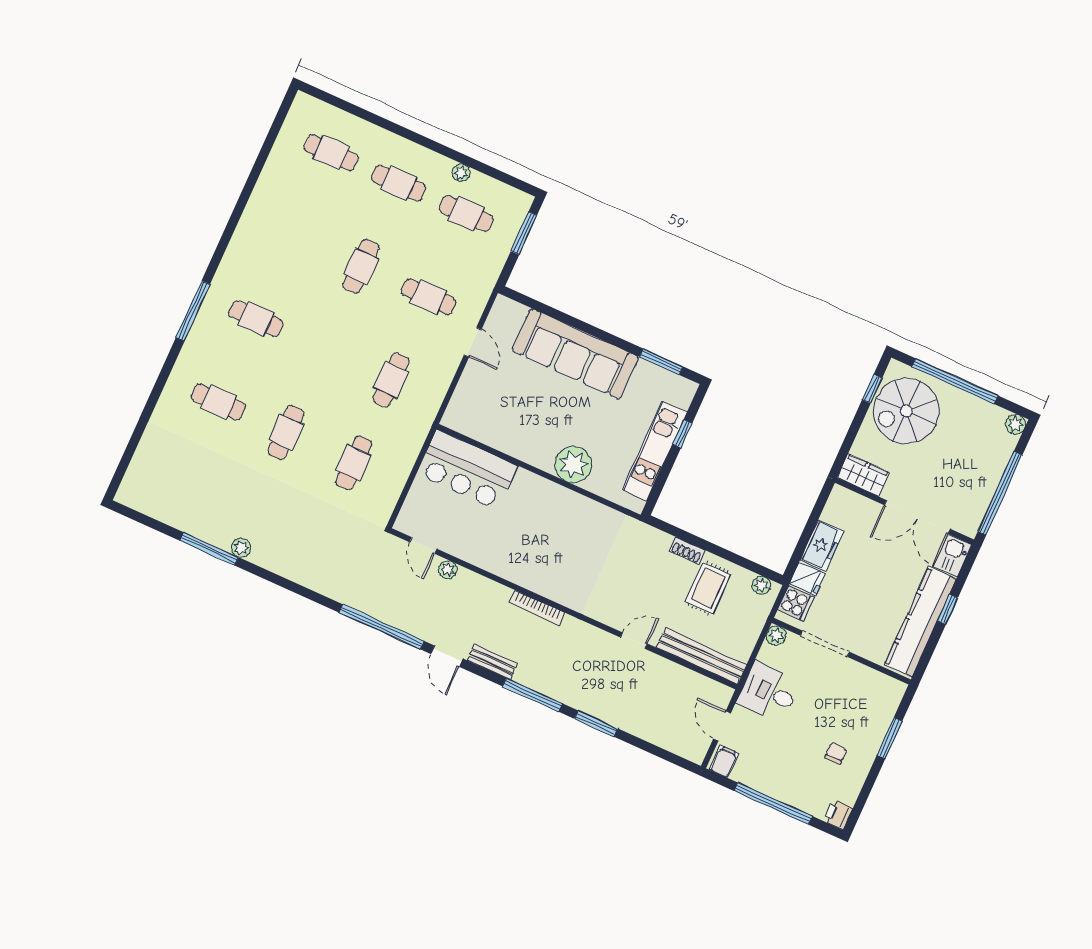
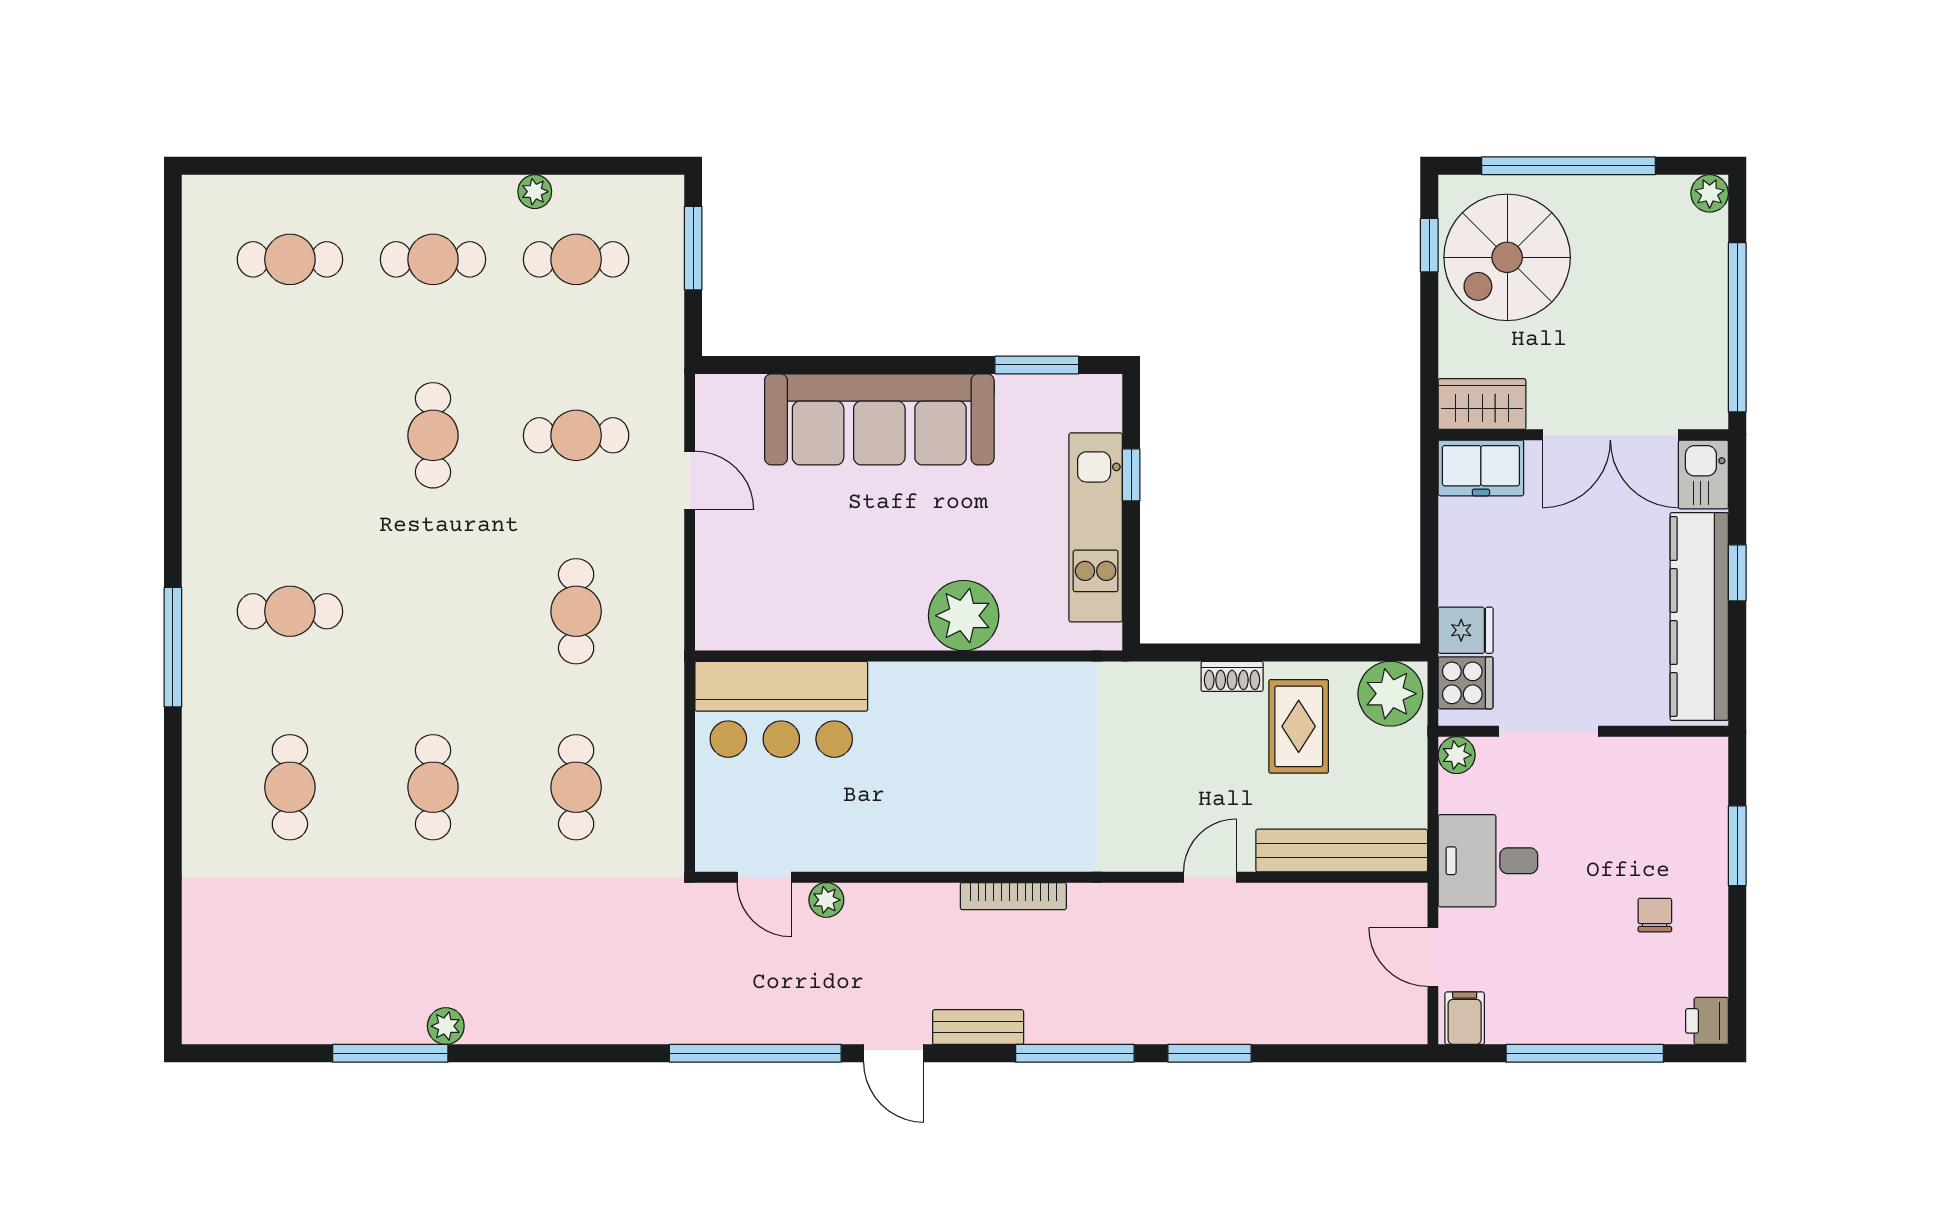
cafe table: (218, 402) -> (290, 787), turned 90
freezer: (822, 546) -> (1481, 468), moved, turned 90
plant: (761, 585) -> (1390, 694), width x1.88, depth x1.88

